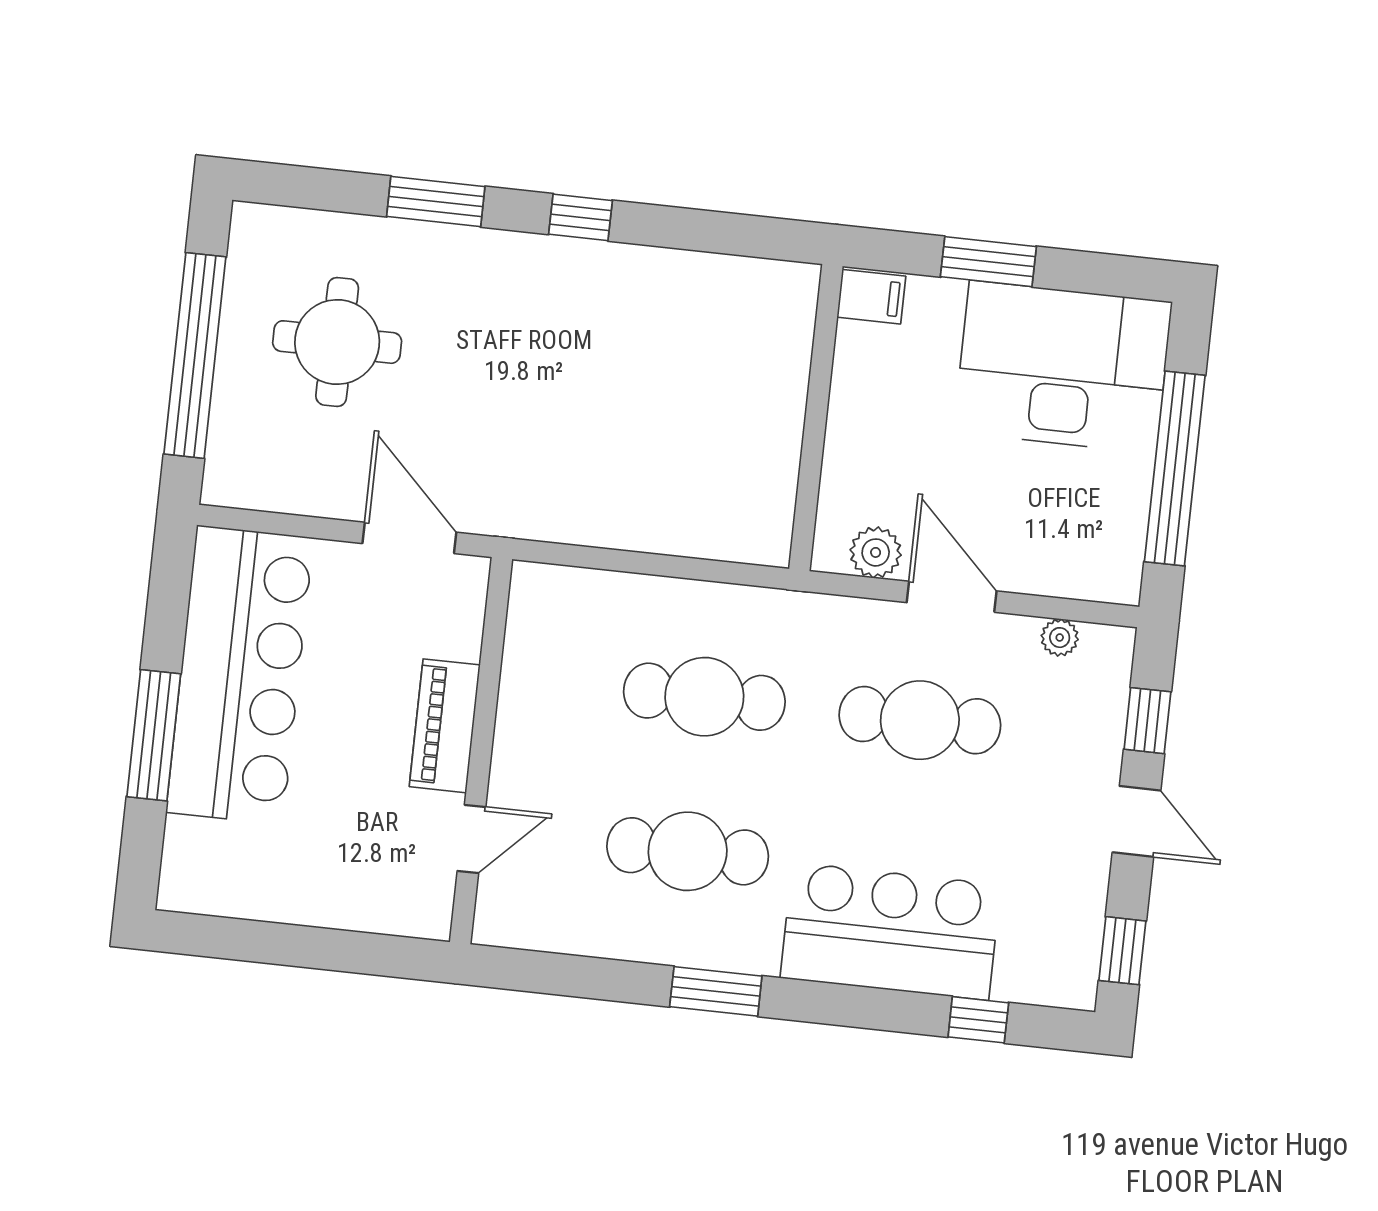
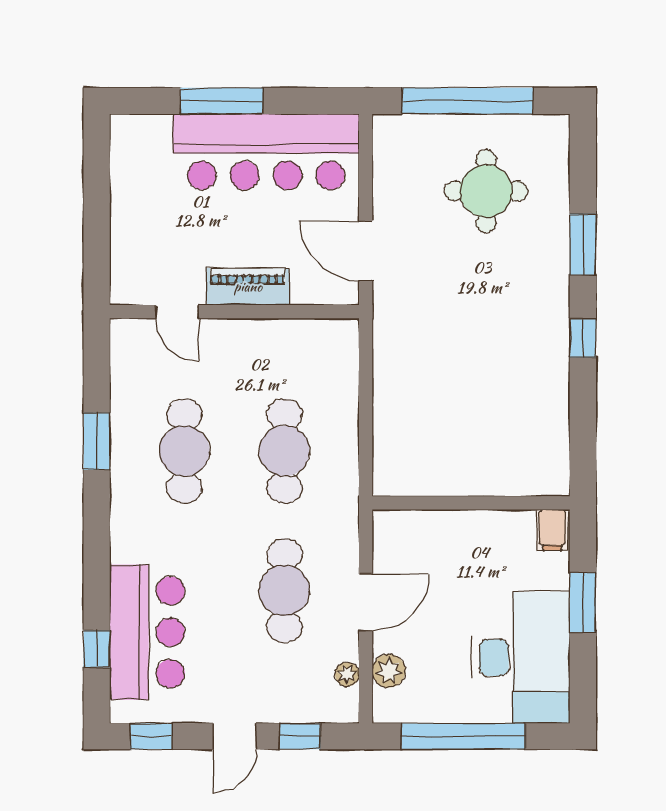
door: (409, 538) -> (366, 251), swing flipped
plant: (876, 552) -> (389, 671), moved
bar counter: (890, 931) -> (147, 632), moved
window: (716, 991) -> (97, 441), moved

